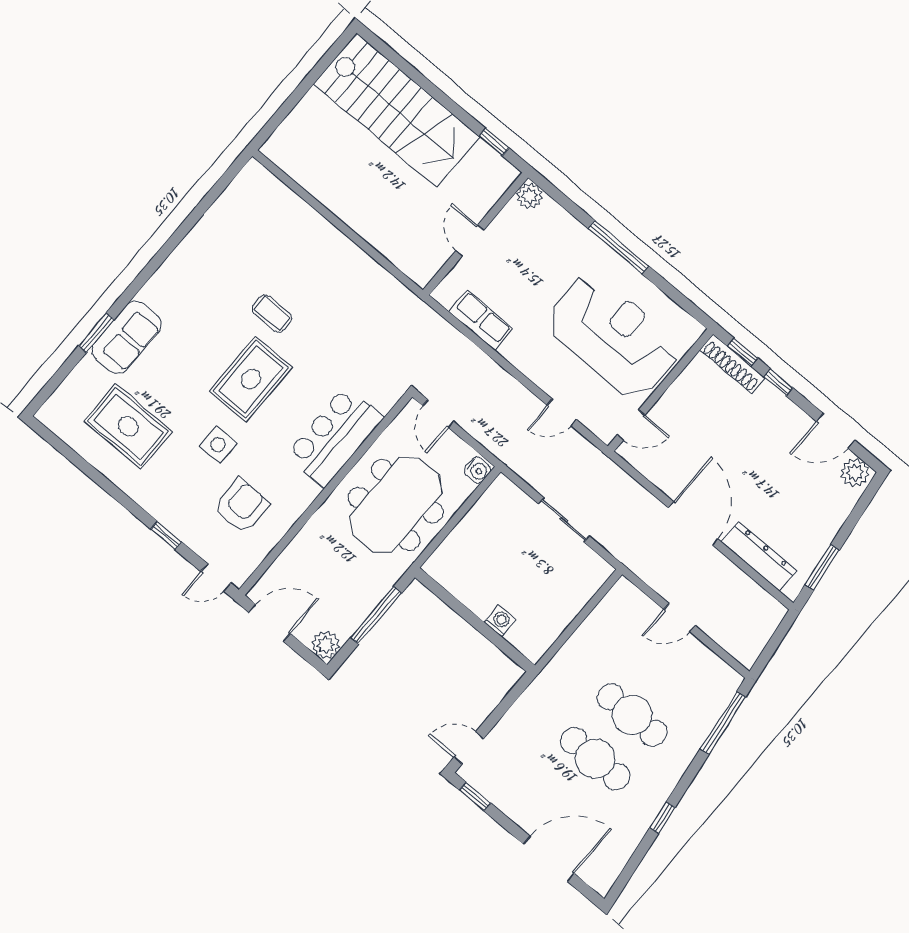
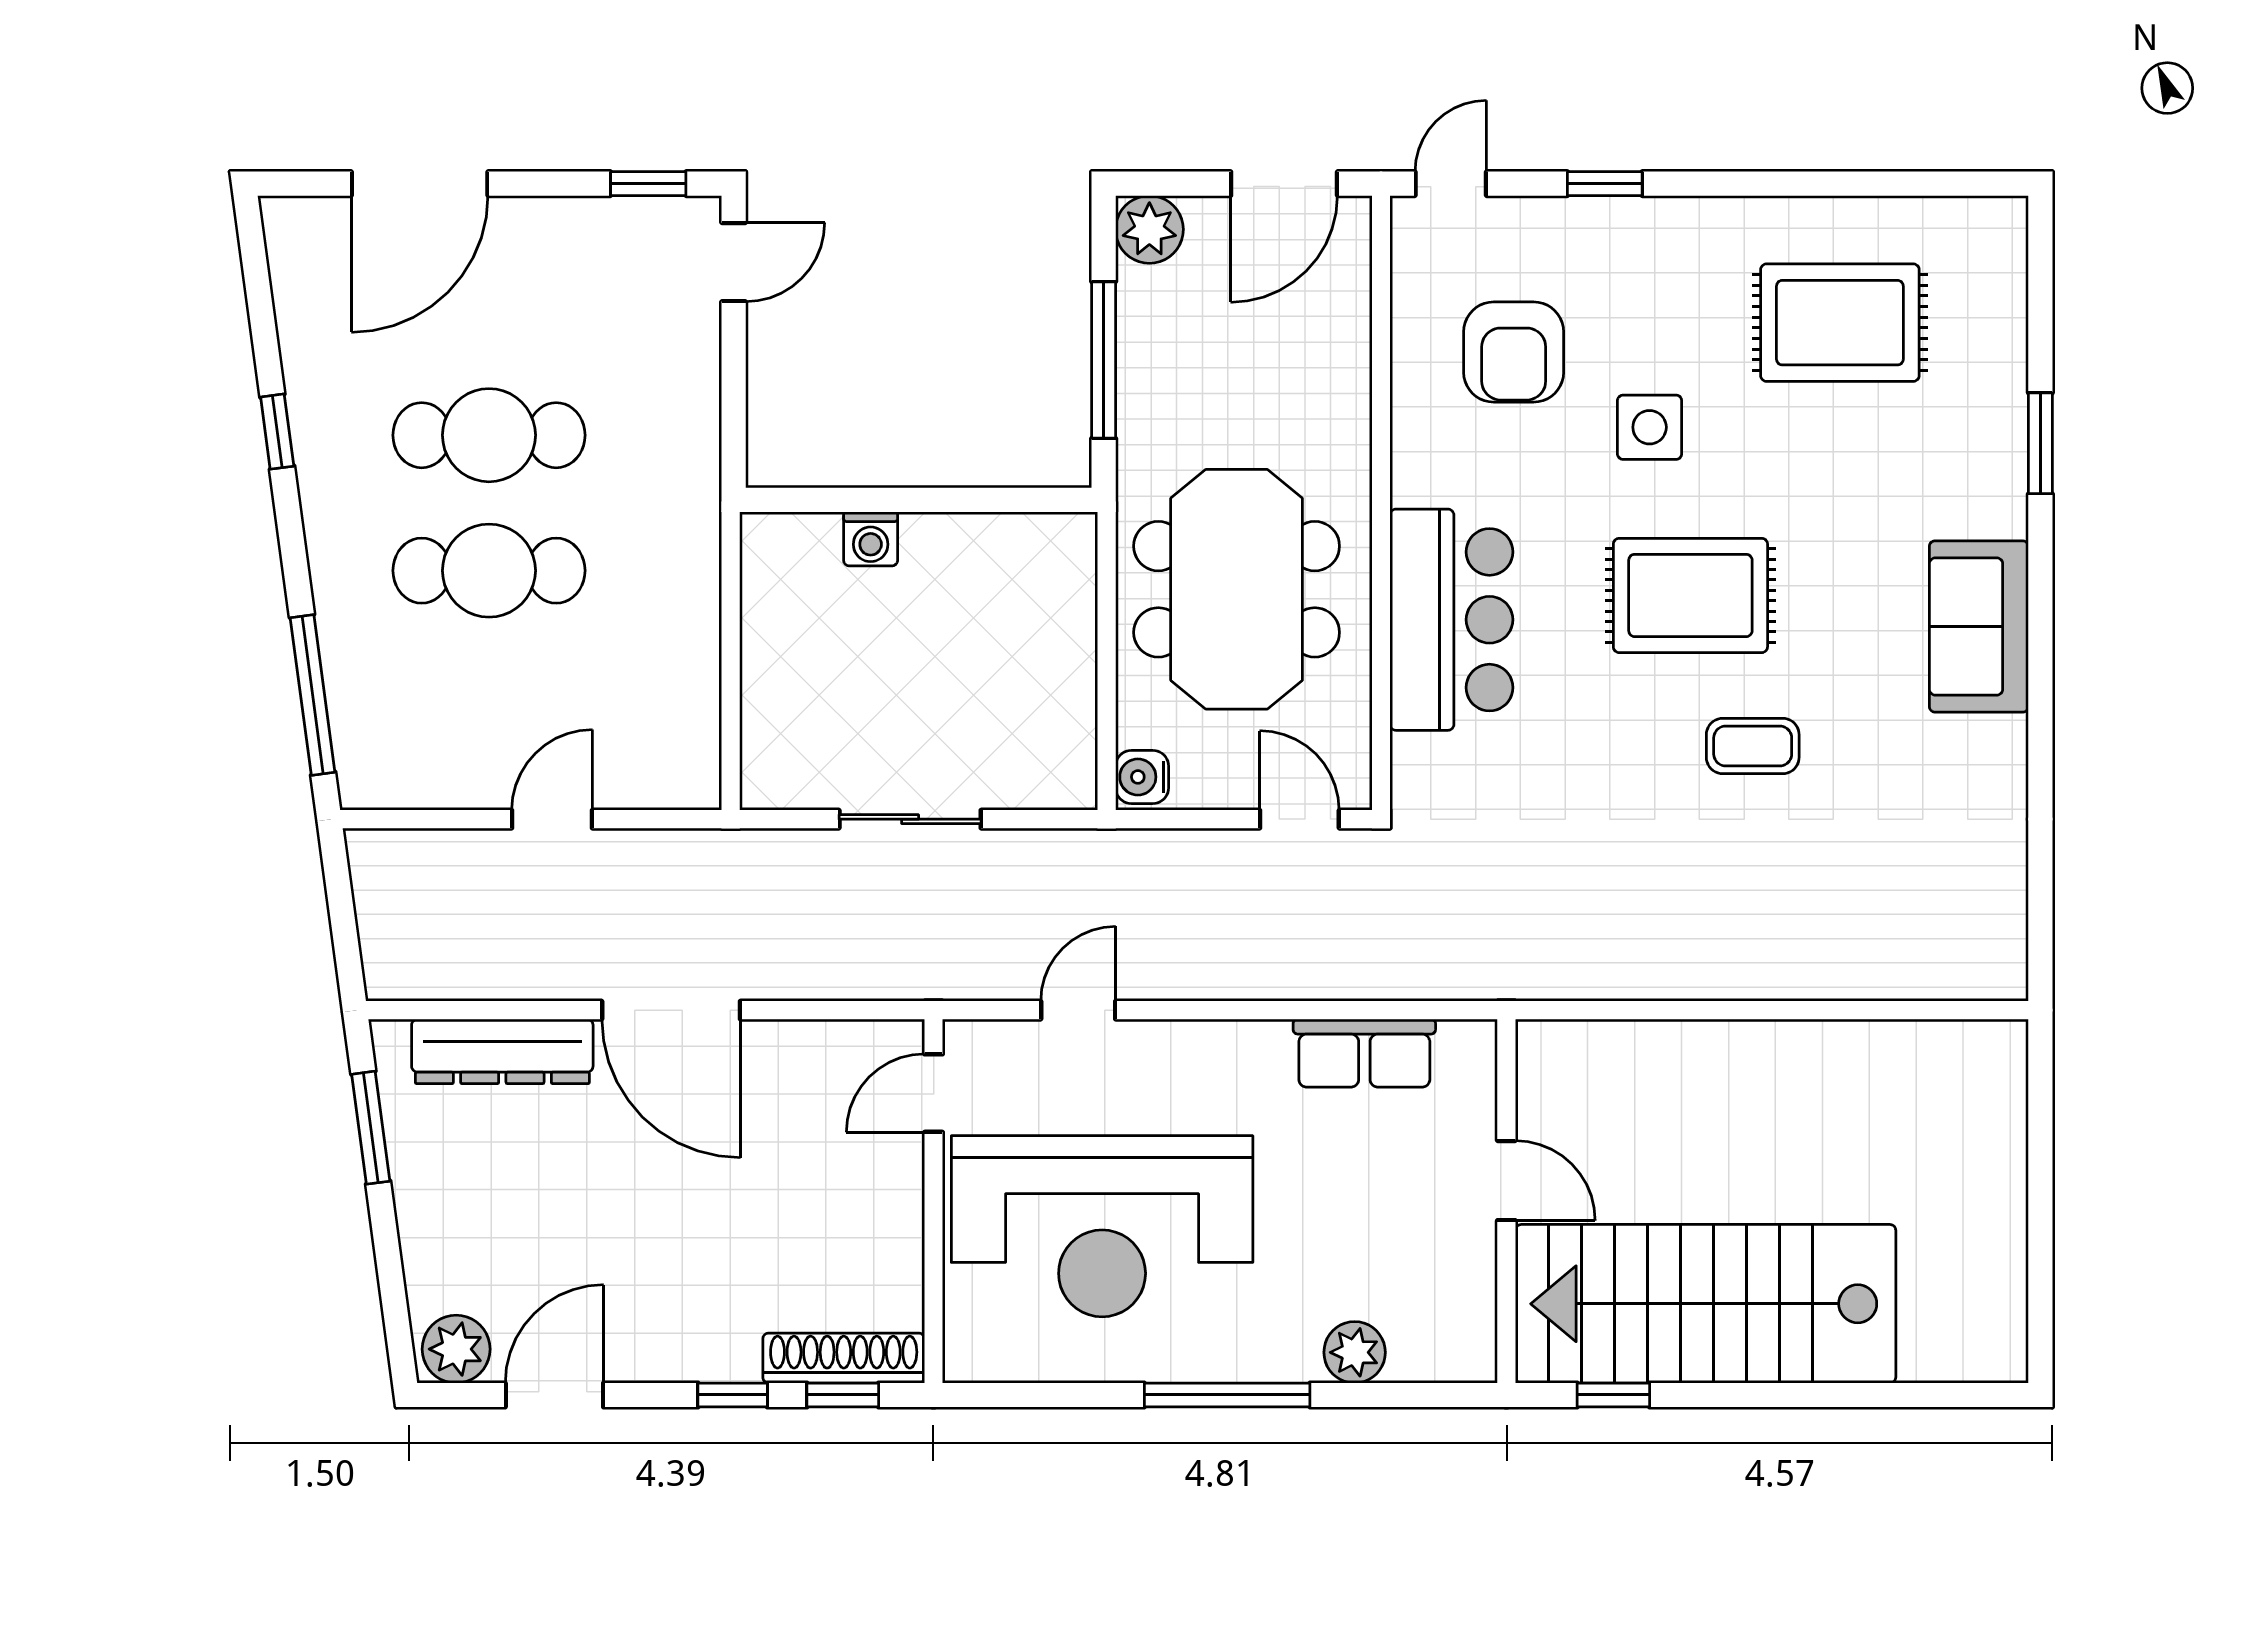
stairs: (397, 110) -> (1706, 1304), moved
plant: (530, 196) -> (1355, 1352), moved
sofa: (127, 337) -> (1979, 626), moved
rug: (251, 379) -> (1690, 595), turned 90

